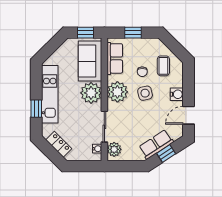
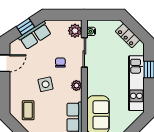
chair: (142, 72) -> (60, 62), moved
plant: (117, 92) -> (76, 85), width x0.53, depth x0.53
plant: (91, 93) -> (97, 84), removed
water cooler: (177, 94) -> (15, 83), removed

